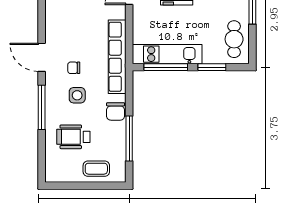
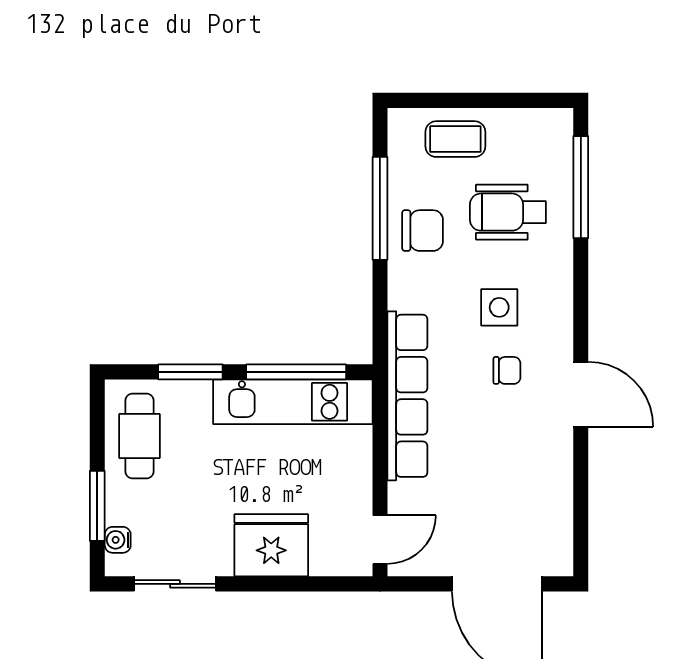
window: (42, 107) -> (581, 187), moved
chair: (116, 111) -> (423, 231), moved, turned 90
wheelchair: (73, 137) -> (508, 212), turned 180

